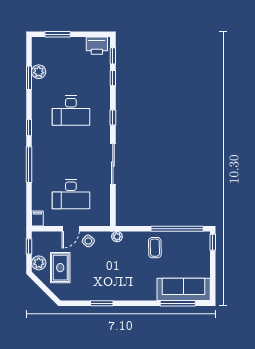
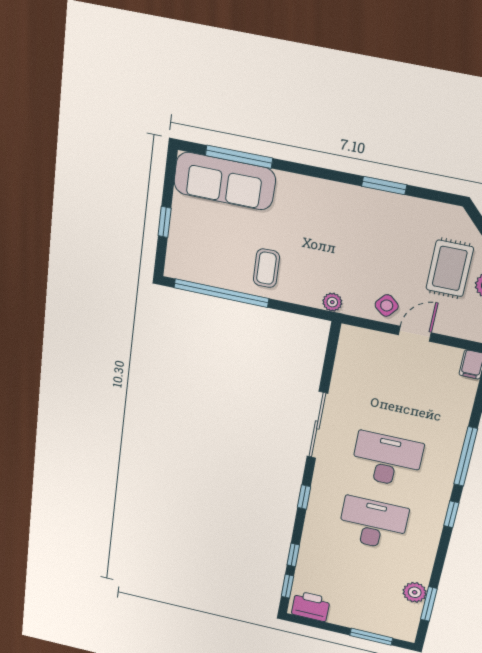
window: (29, 78) -> (429, 604), moved
desk: (71, 194) -> (387, 460), moved
window: (213, 242) -> (165, 222), moved

